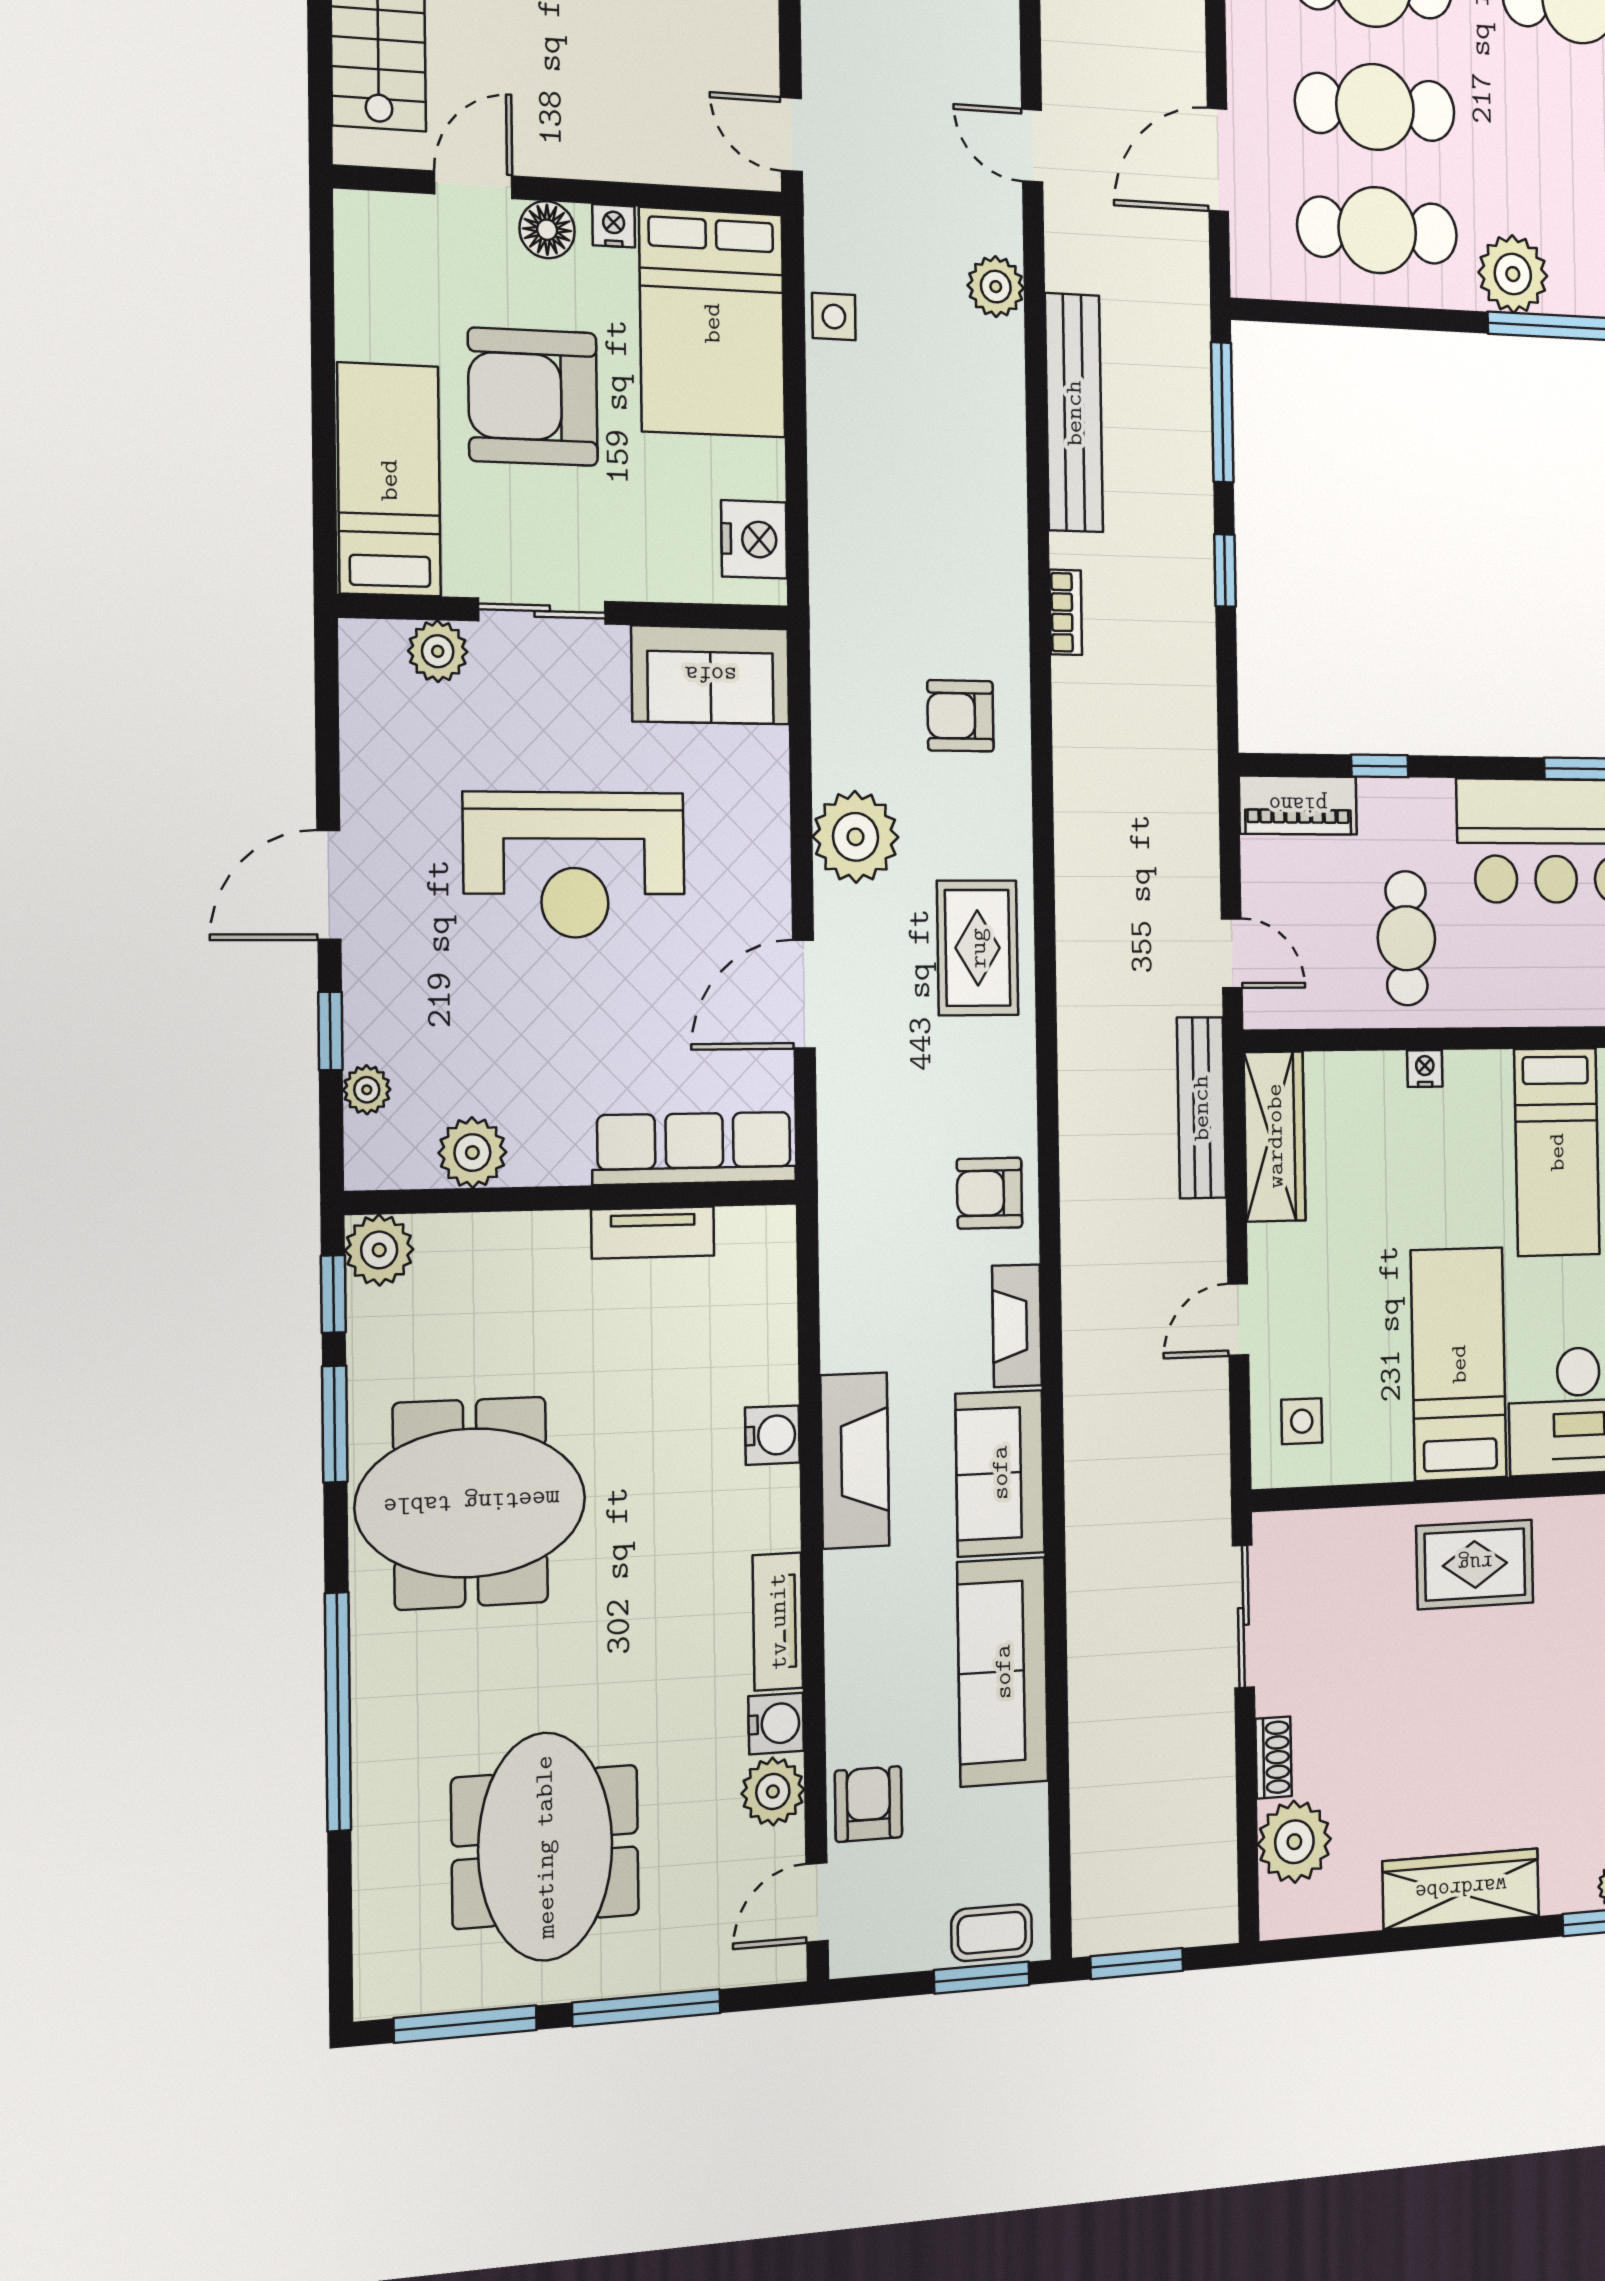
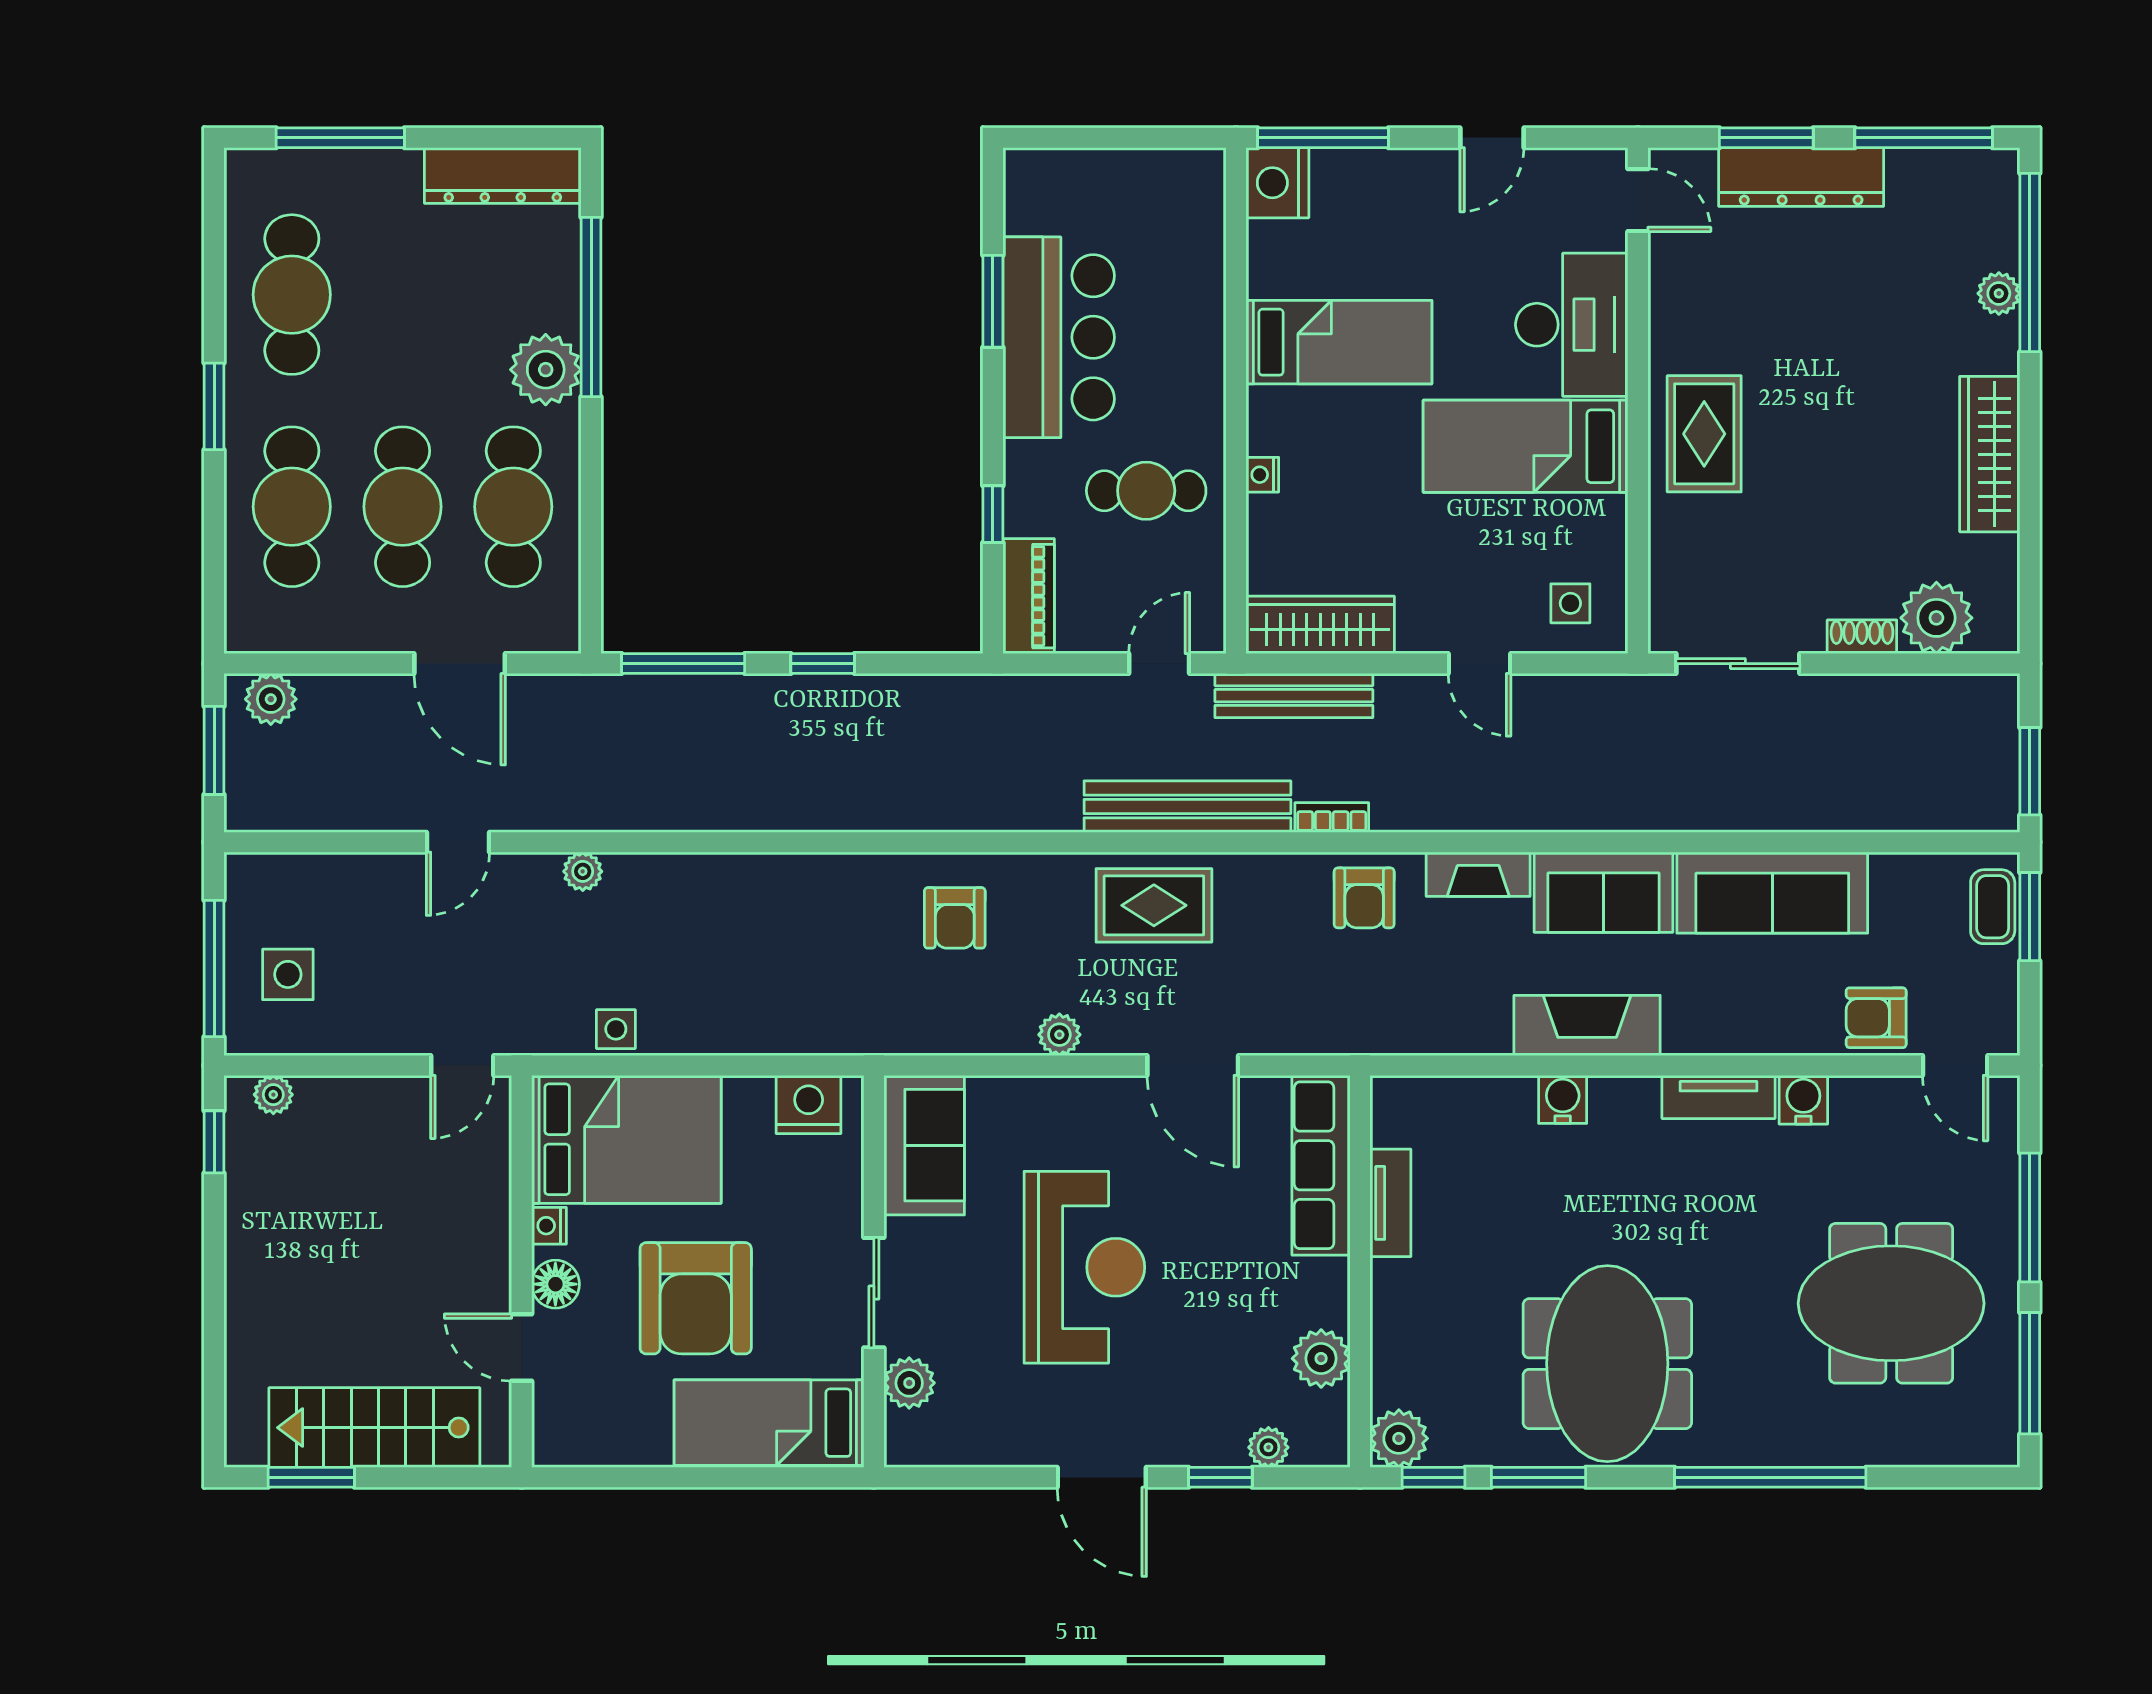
plant: (996, 287) -> (583, 871), width x0.73, depth x0.73
bench: (1074, 413) -> (1187, 807), moved
bookcase: (1066, 612) -> (1332, 817), moved
plant: (856, 837) -> (1059, 1035), width x0.53, depth x0.53
plant: (773, 1792) -> (1860, 1103), removed

